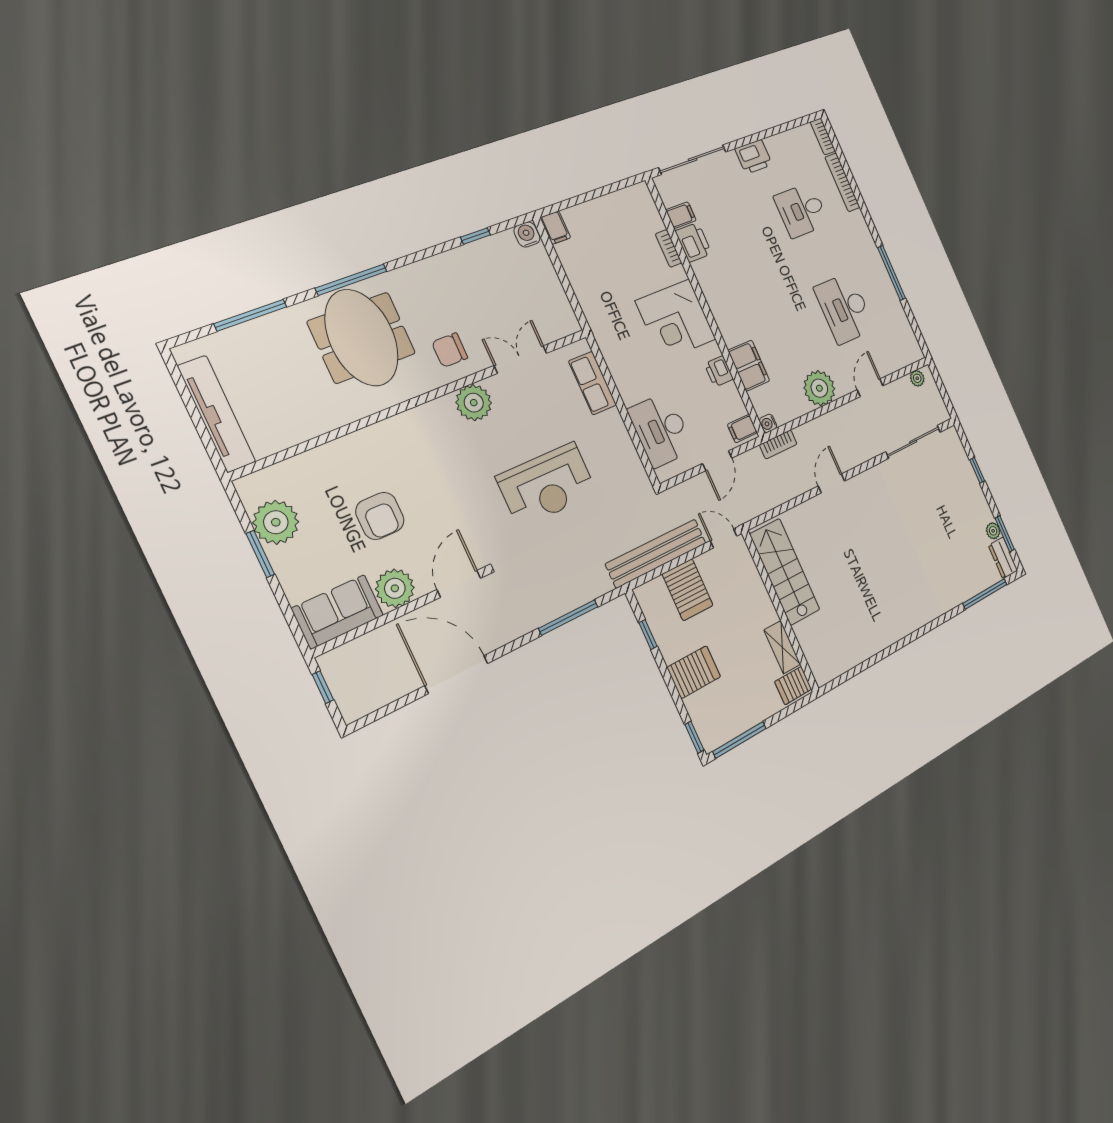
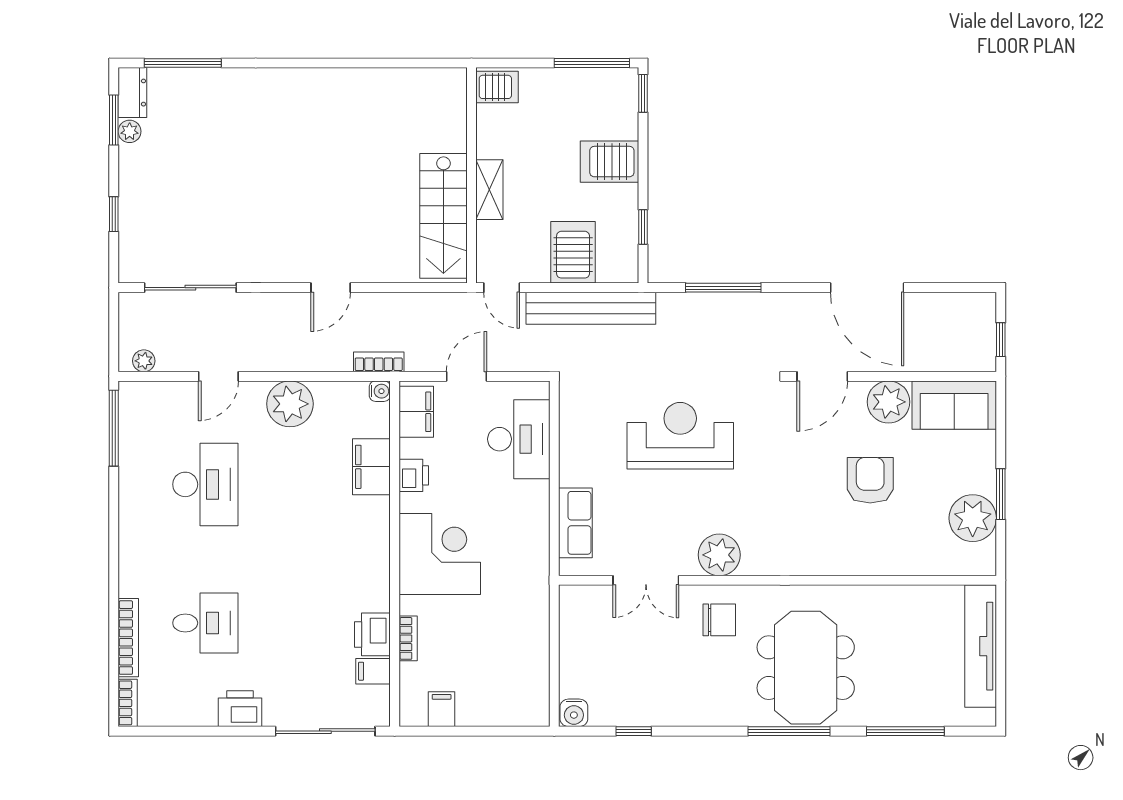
filing cabinet: (555, 228) -> (442, 709), moved
window: (892, 273) -> (114, 428), moved
filing cabinet: (742, 429) -> (416, 412), width x2.00
shelving: (782, 647) -> (489, 190), moved

